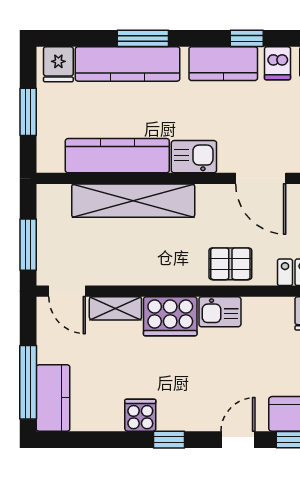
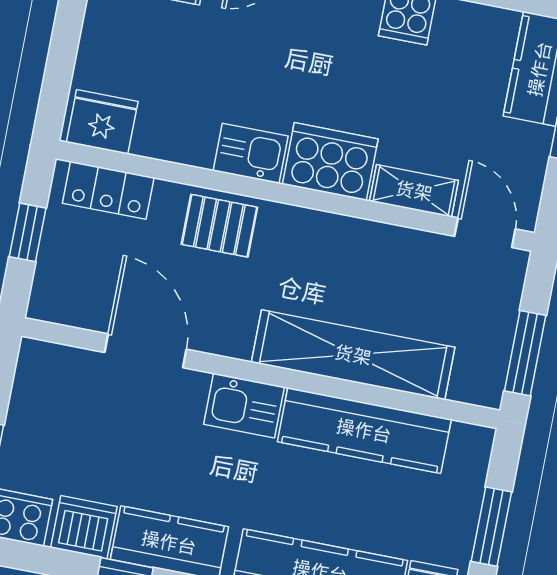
dishwasher: (277, 63) -> (84, 527), width x1.38
window: (28, 245) -> (525, 353), moved

